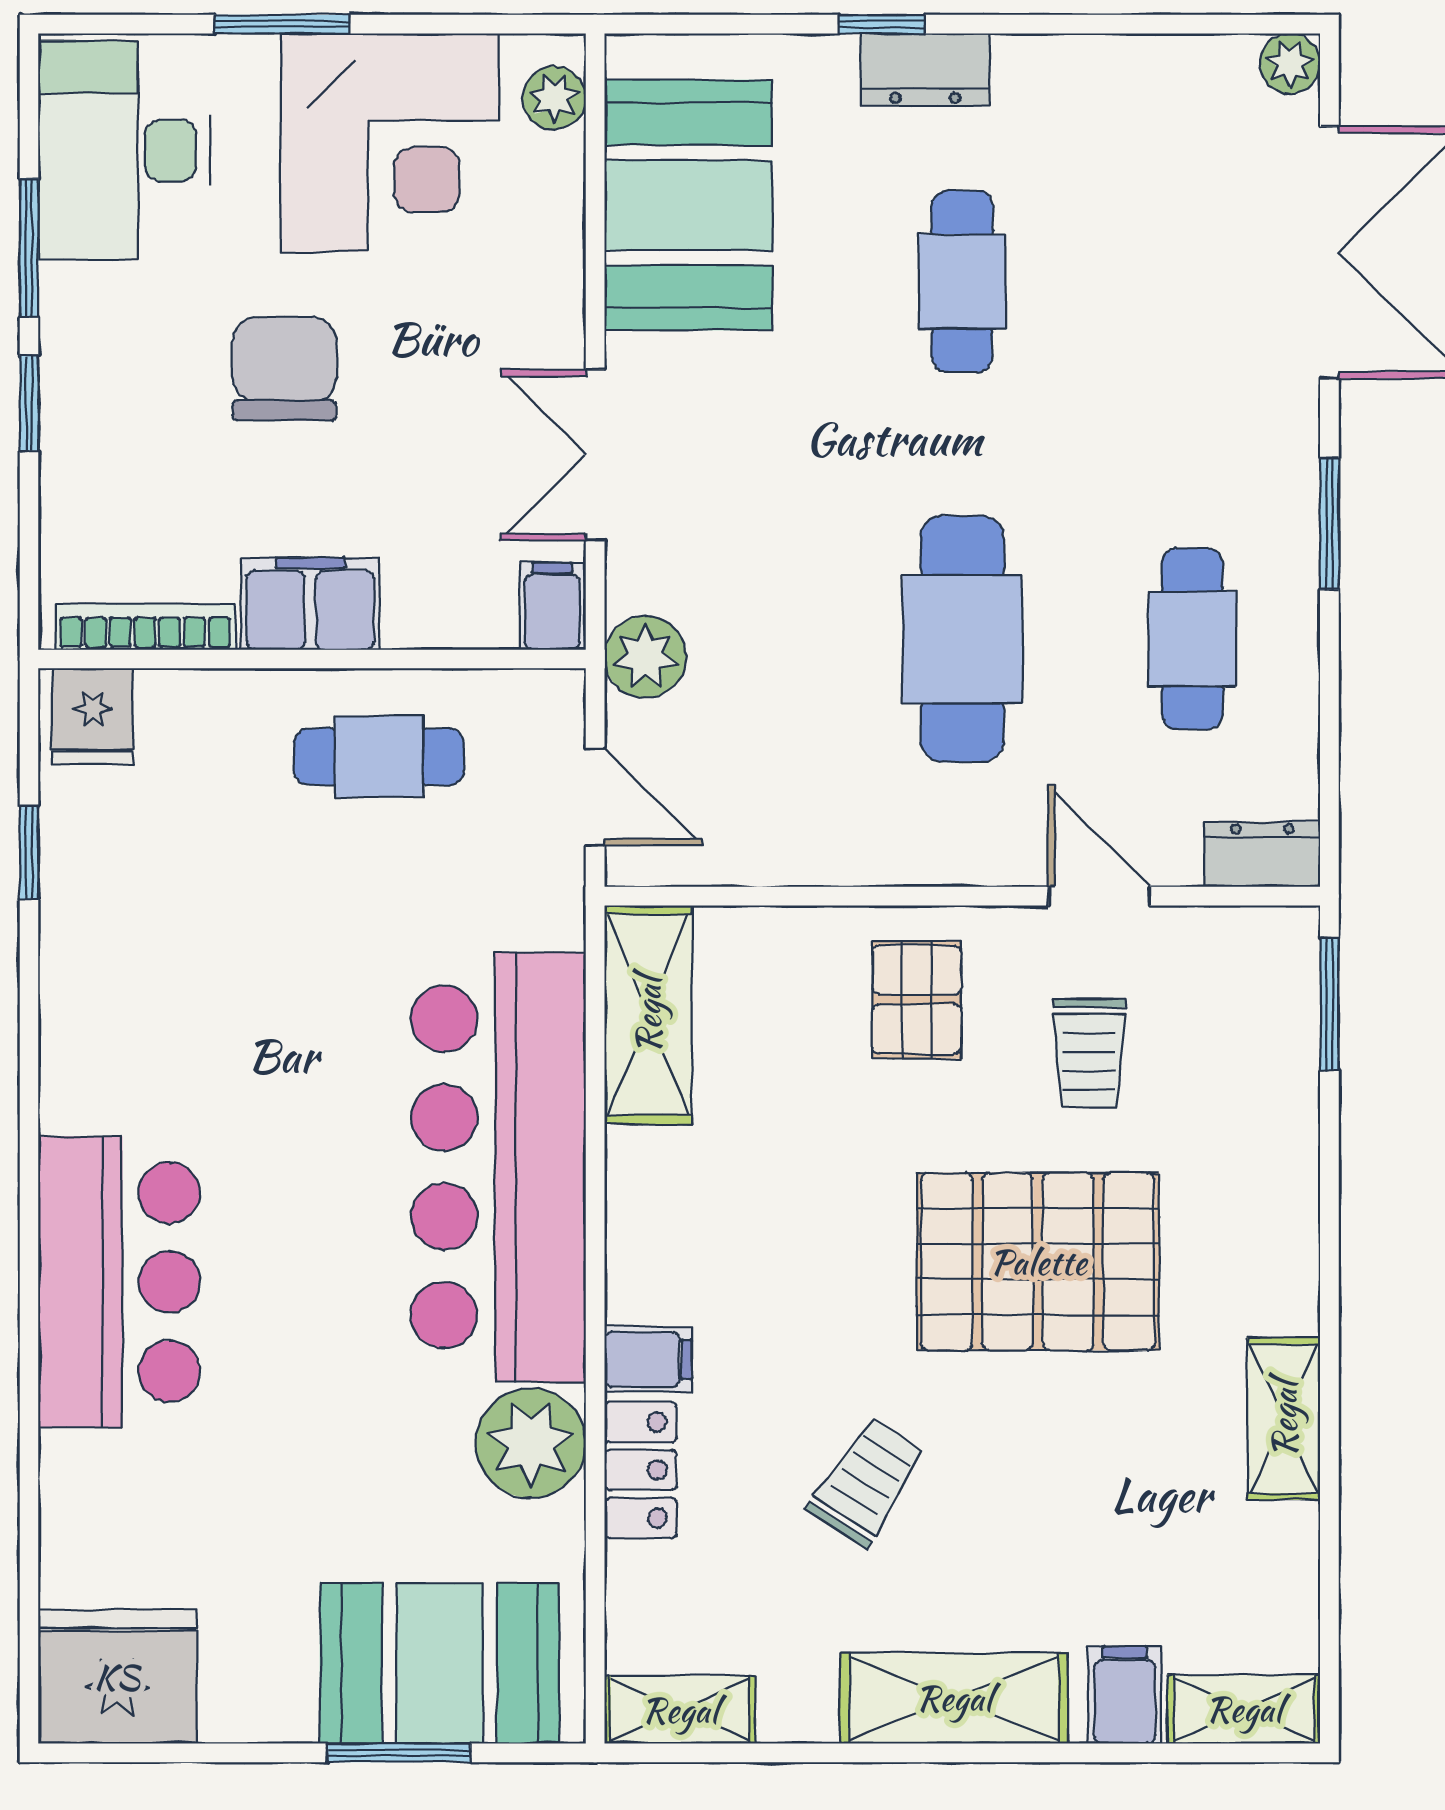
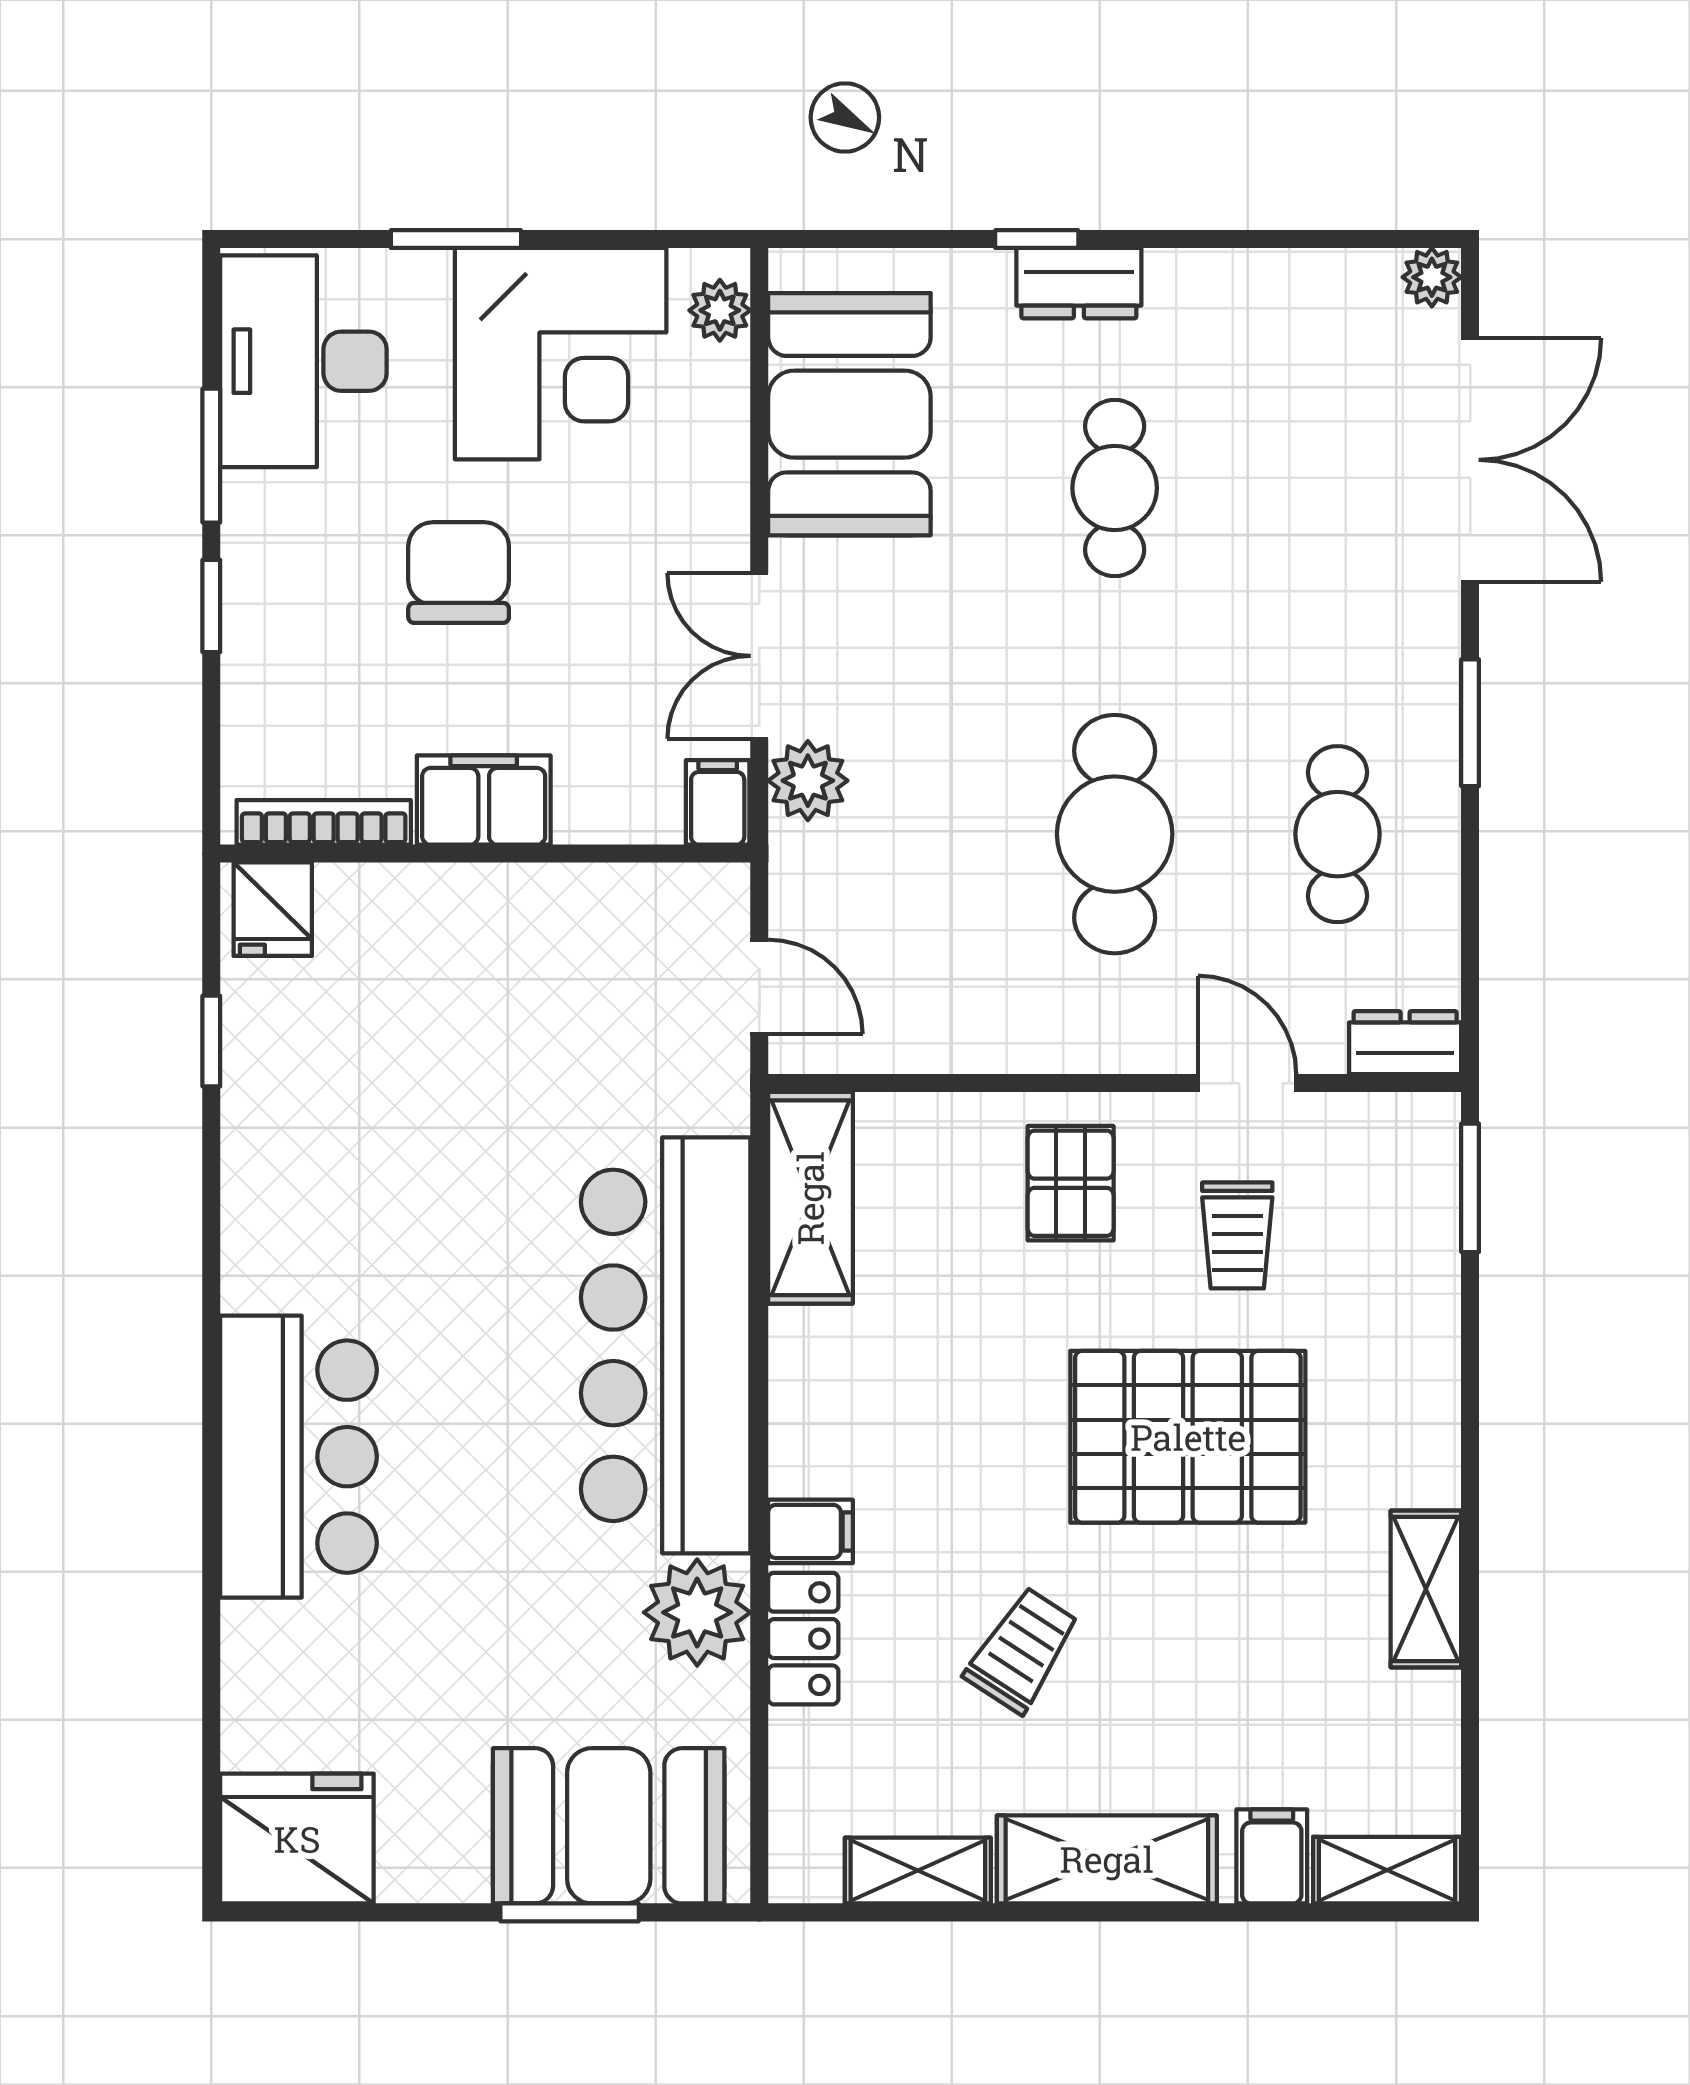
plant: (645, 657) -> (808, 781), moved
cafe table: (379, 757) -> (550, 948), removed
shelving: (680, 1710) -> (918, 1871), moved

